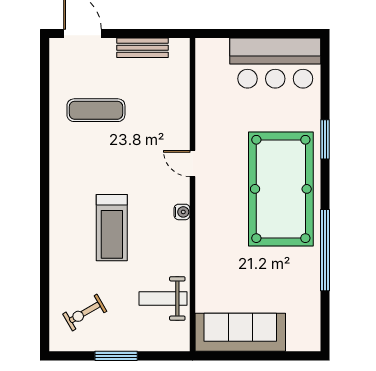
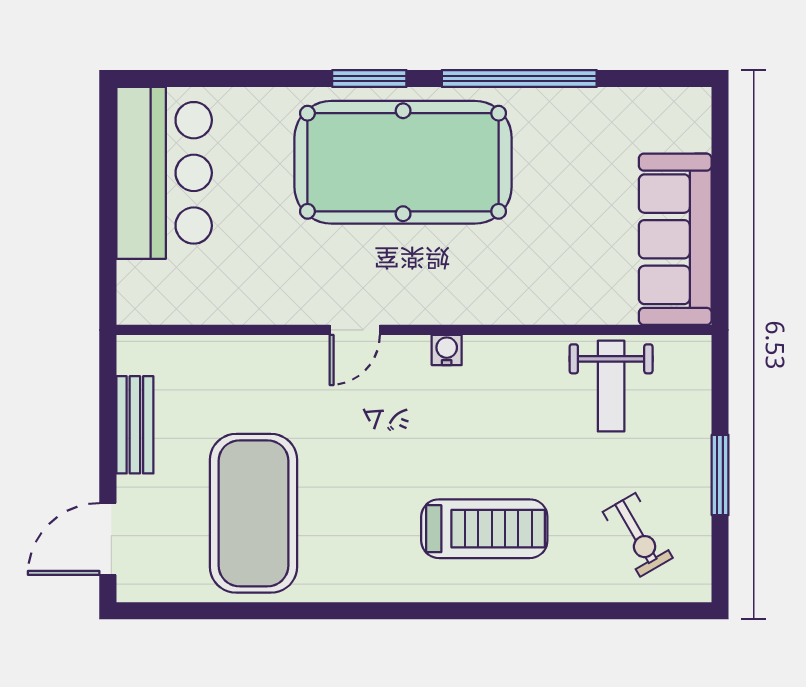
exercise mat: (96, 110) -> (254, 513), width x2.00, depth x1.45
window: (325, 139) -> (369, 79), moved
treadmill: (112, 228) -> (484, 529), moved

